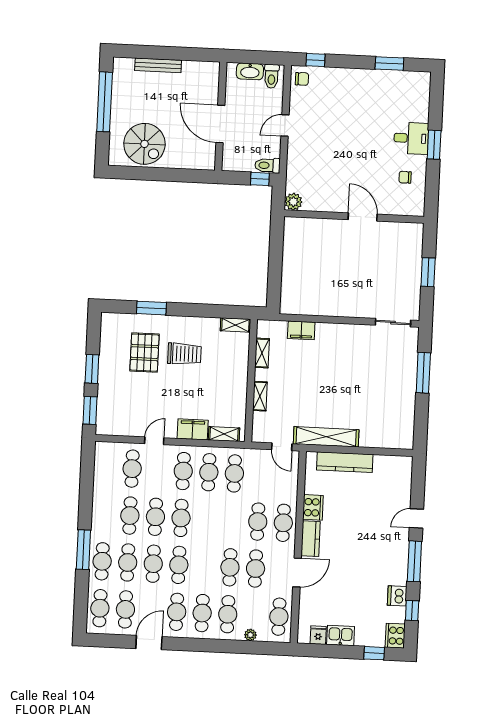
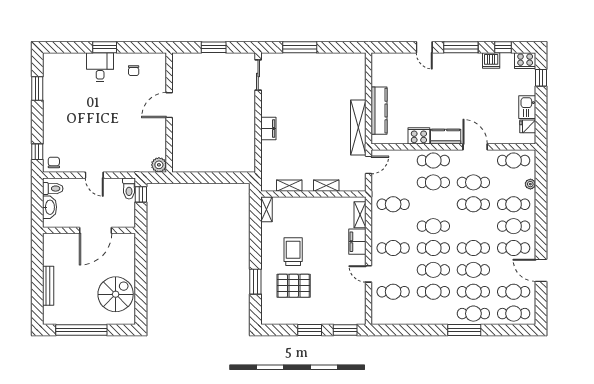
filing cabinet: (301, 330) -> (268, 129), moved
cafe table: (209, 472) -> (433, 226), moved

